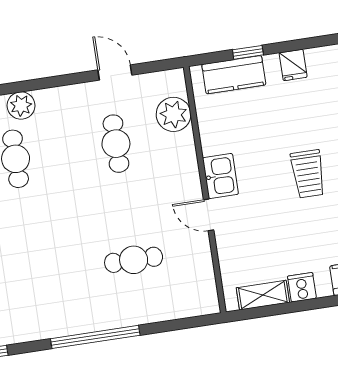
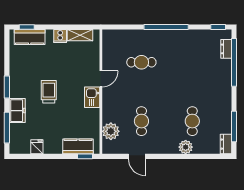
window: (248, 52) -> (85, 156), moved
fridge: (293, 65) -> (37, 147), moved
door: (209, 215) -> (101, 79), hinge flipped

